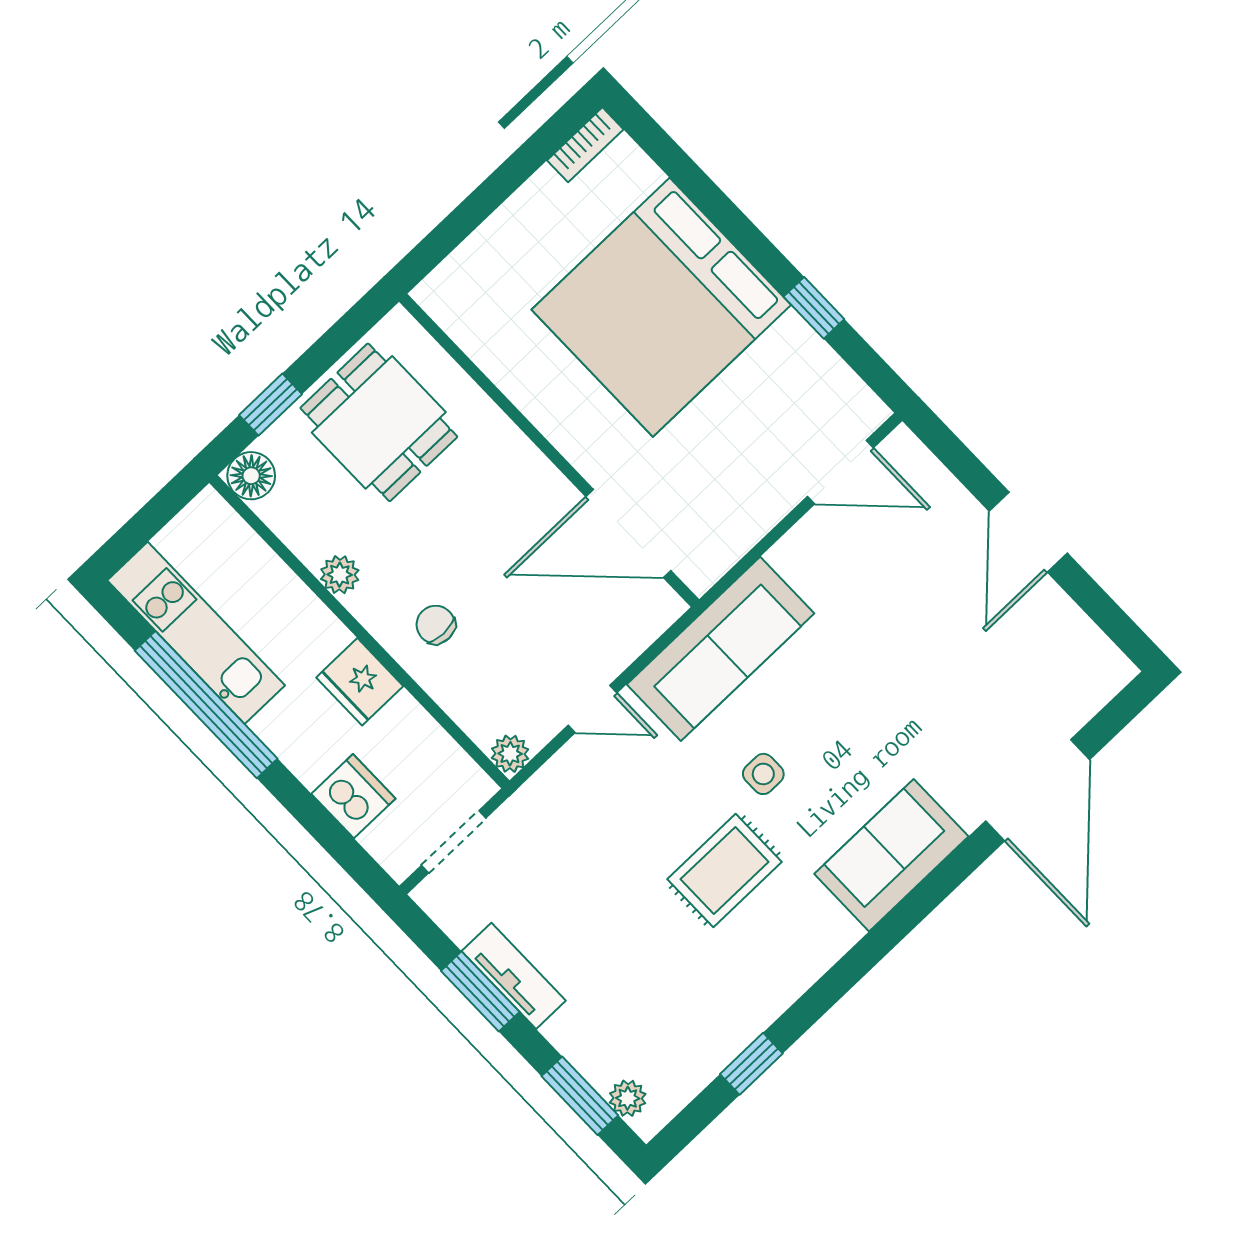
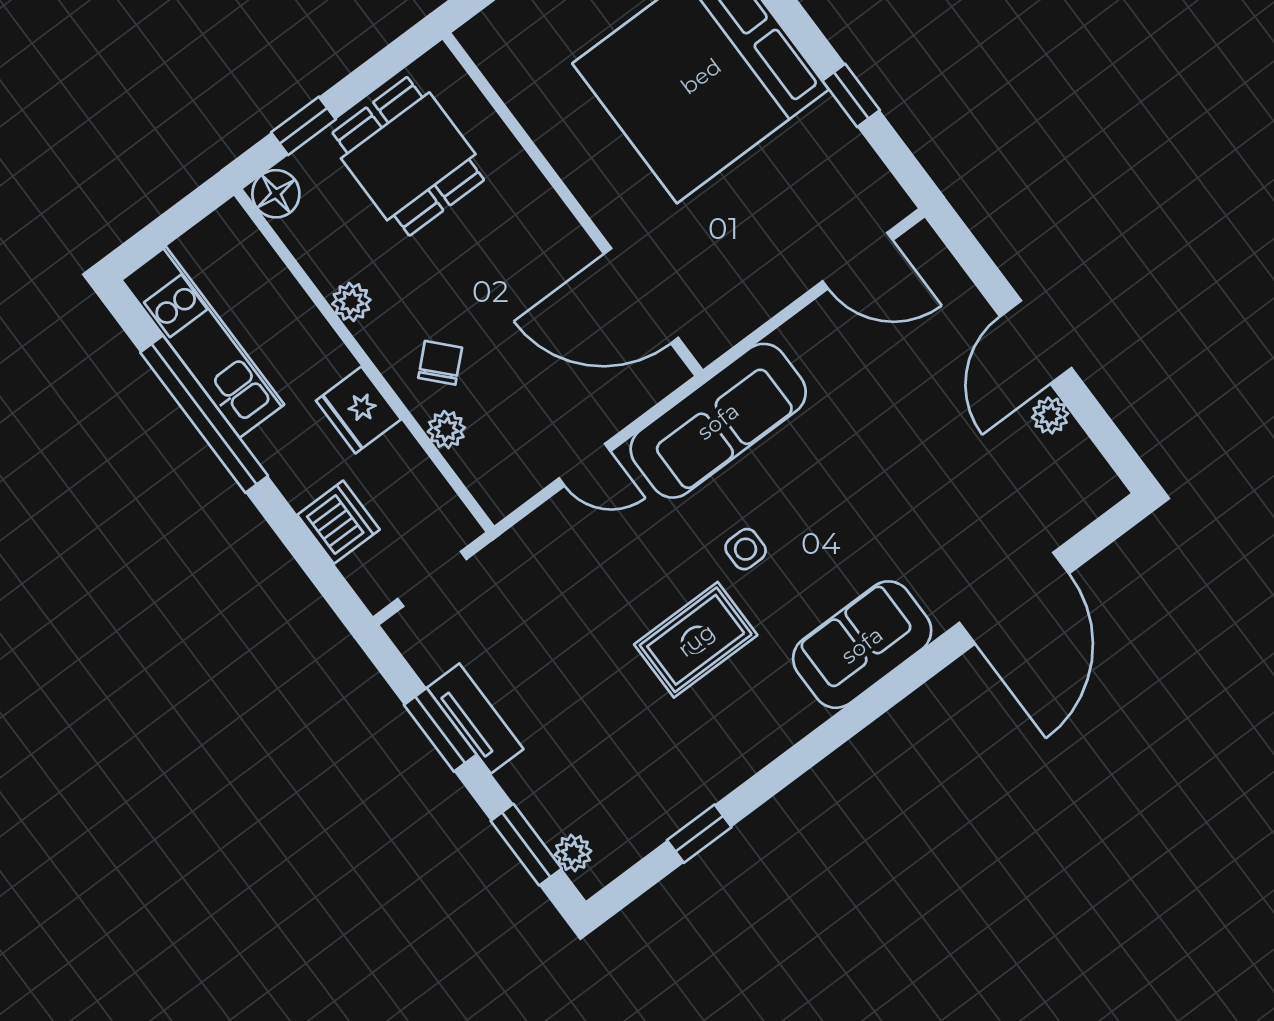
plant: (1051, 604) -> (1050, 415), added
chair: (436, 625) -> (440, 363), turned 47
plant: (510, 754) -> (446, 430), moved

